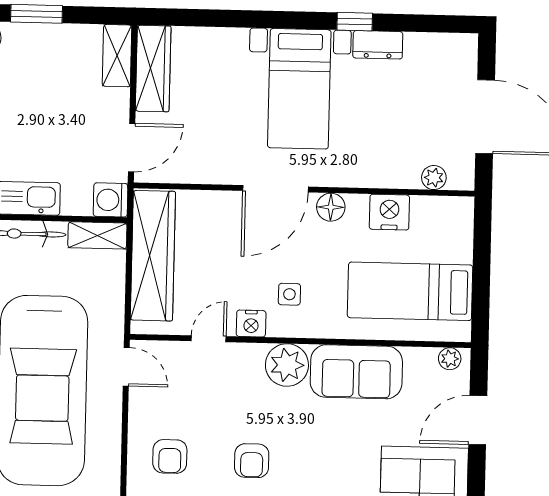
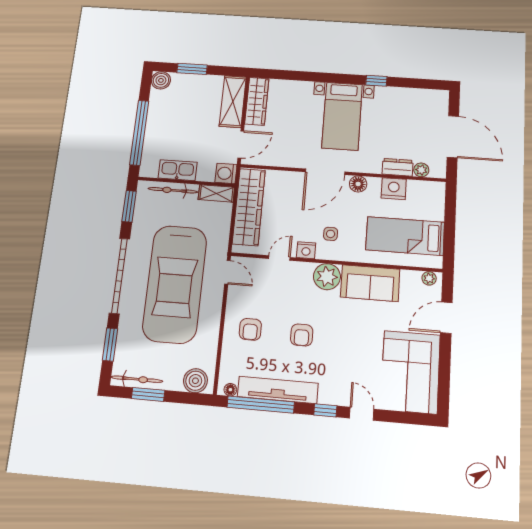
dresser: (378, 45) -> (398, 167), moved, turned 180
shelving: (117, 56) -> (233, 102), width x1.50, depth x1.33

